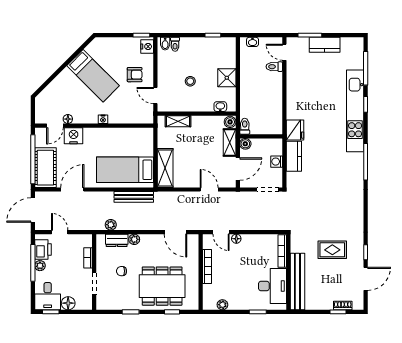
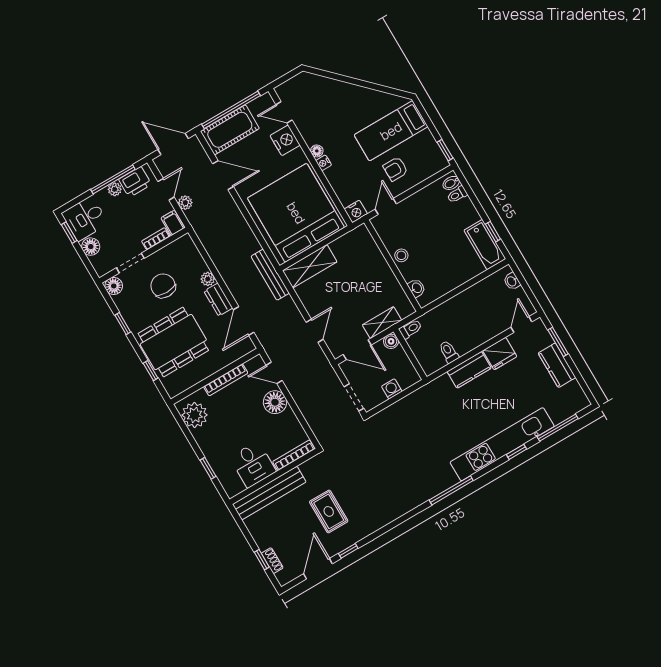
bathtub: (218, 45) -> (485, 245), added
nightstand: (147, 47) -> (356, 211), moved
toilet: (274, 67) -> (449, 352), moved
armchair: (135, 75) -> (395, 169), turned 90
bed: (93, 76) -> (391, 131), moved, turned 45
shower: (227, 78) -> (454, 276), removed
stool: (190, 81) -> (401, 255), moved
floor lamp: (68, 119) -> (317, 151), moved
shelving: (178, 121) -> (371, 250), removed
boiler: (230, 122) -> (406, 309), removed
fridge: (295, 130) -> (500, 354), moved
kitchen counter: (294, 156) -> (469, 370), moved
bed: (125, 170) -> (296, 213), width x2.04
bench: (134, 197) -> (270, 275), moved
plant: (111, 225) -> (185, 203), moved
door: (221, 232) -> (274, 373), hinge flipped
floor lamp: (236, 239) -> (275, 402), width x1.89, depth x1.89
dresser: (117, 240) -> (218, 300), moved
filing cabinet: (84, 241) -> (173, 223), added
chair: (122, 271) -> (163, 286), width x1.87, depth x1.87
door: (366, 279) -> (318, 569), swing flipped
dining table: (162, 286) -> (173, 342), turned 90
desk: (272, 286) -> (253, 464), width x0.73
floor lamp: (103, 303) -> (114, 286), added
plant: (222, 305) -> (195, 415), width x1.88, depth x1.88

